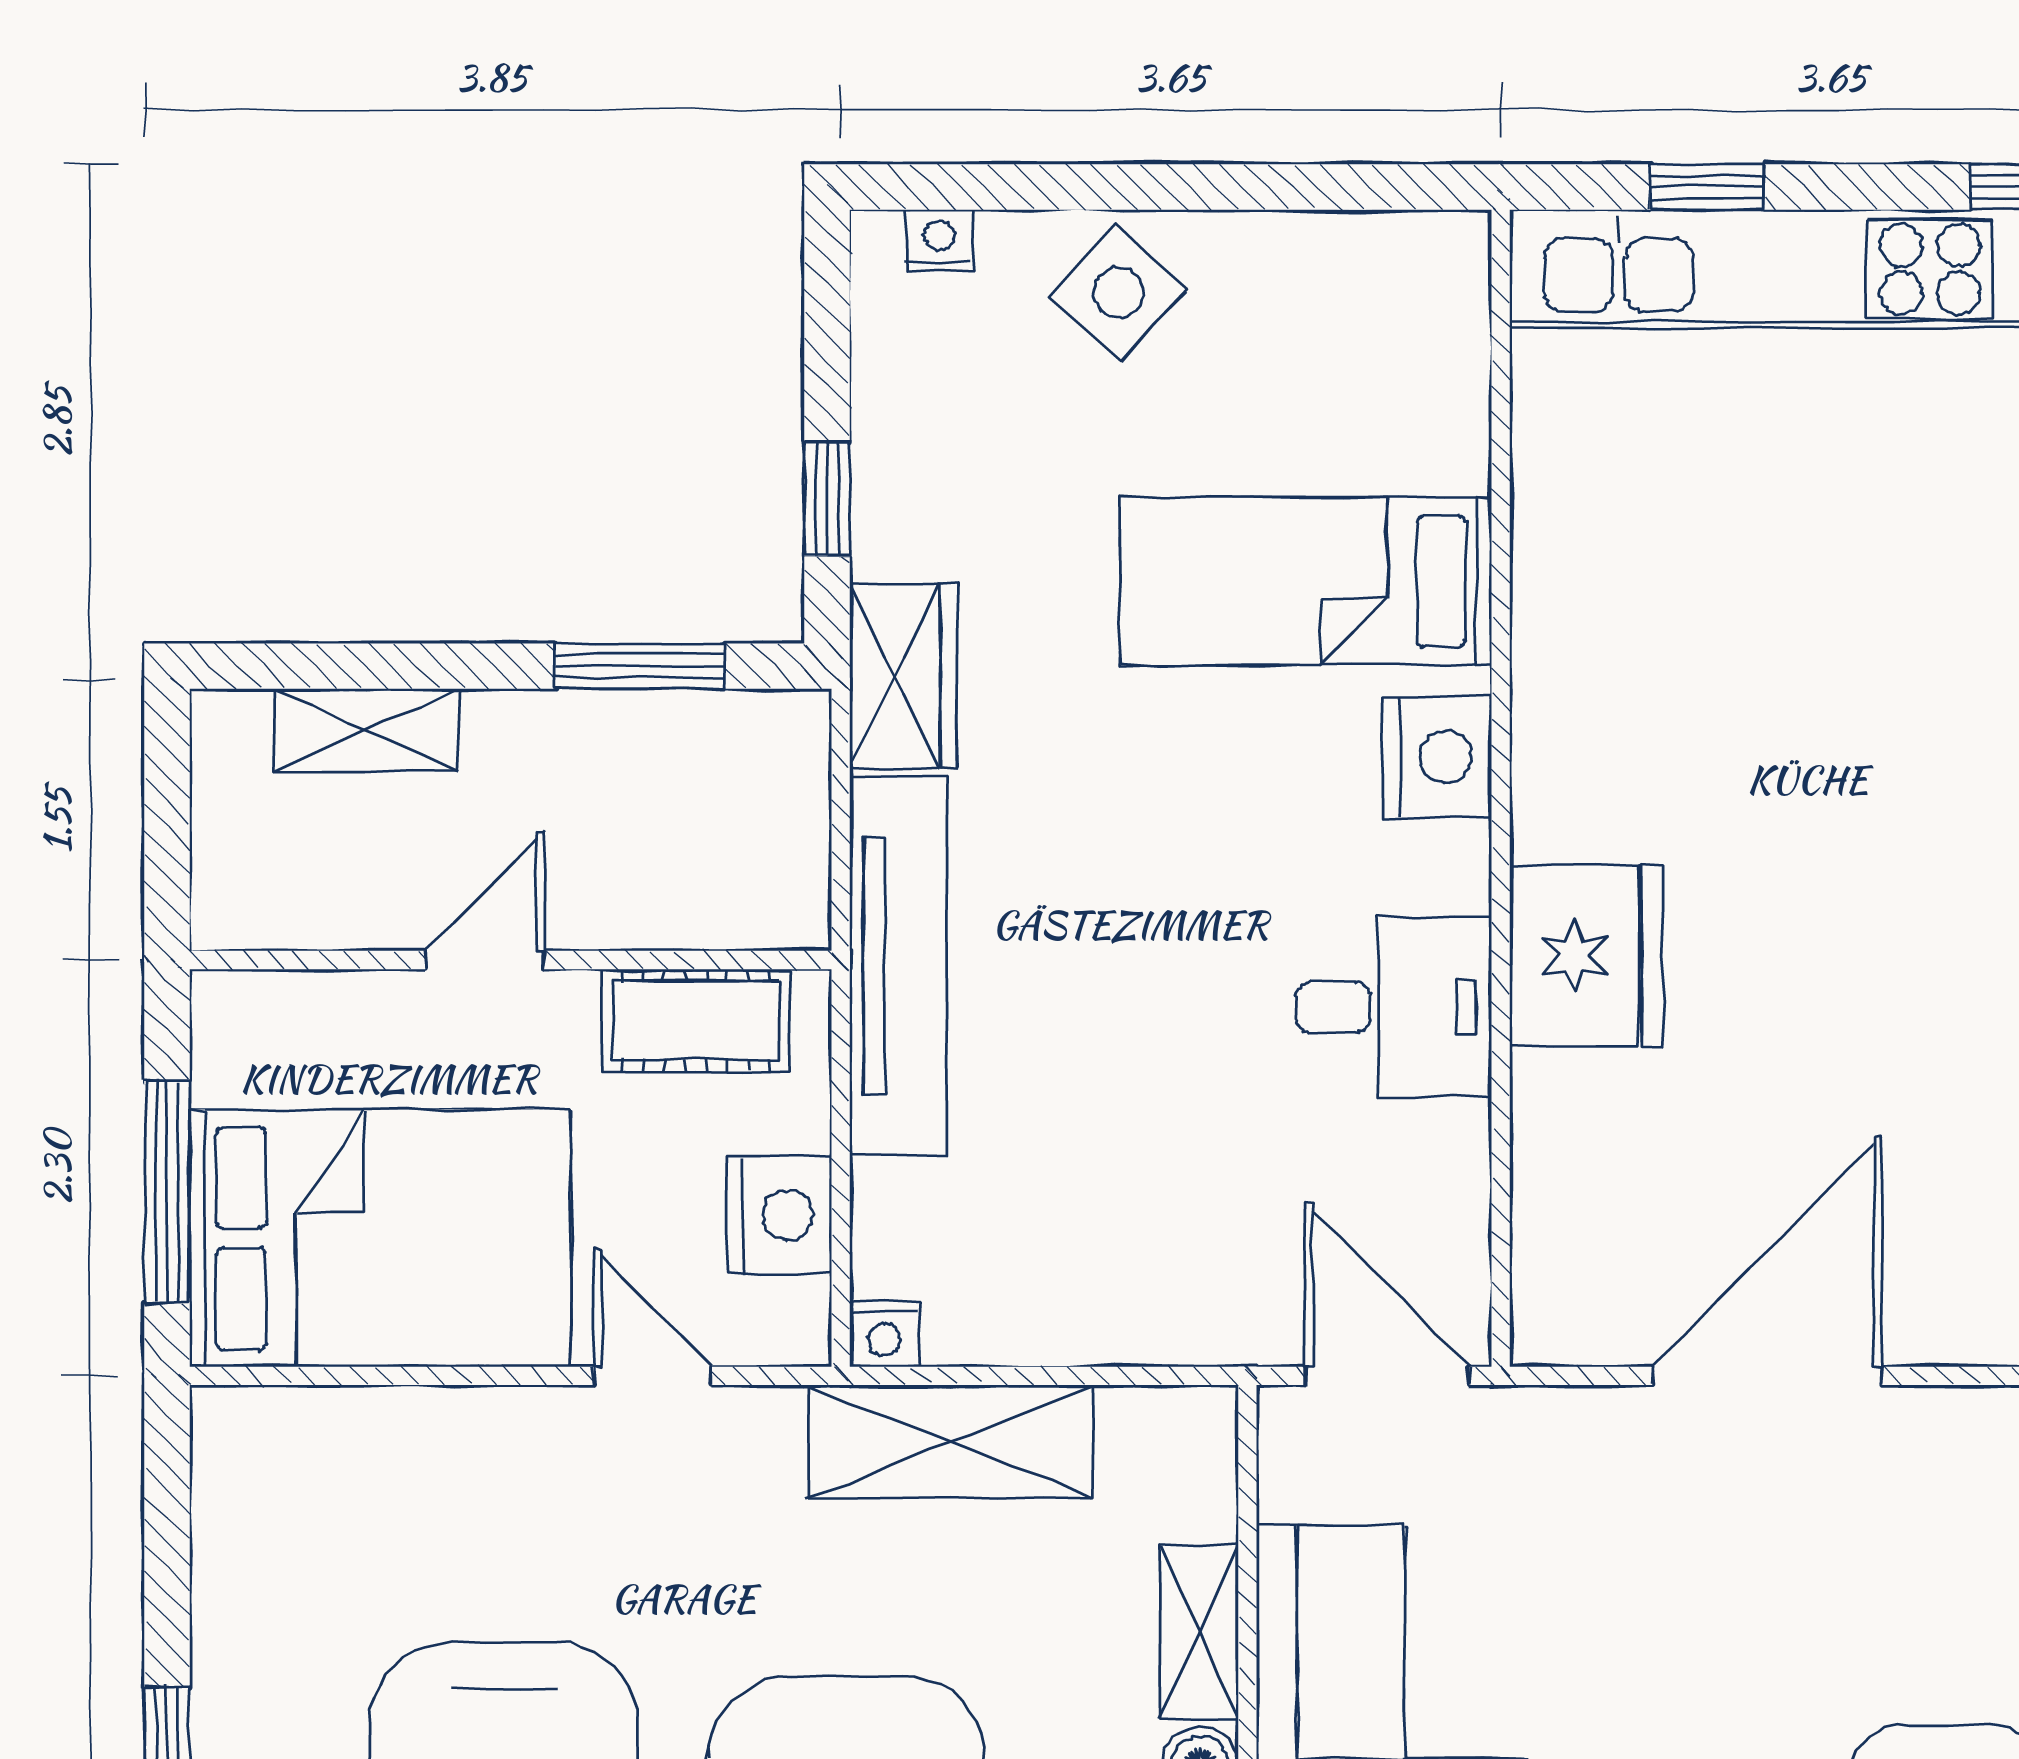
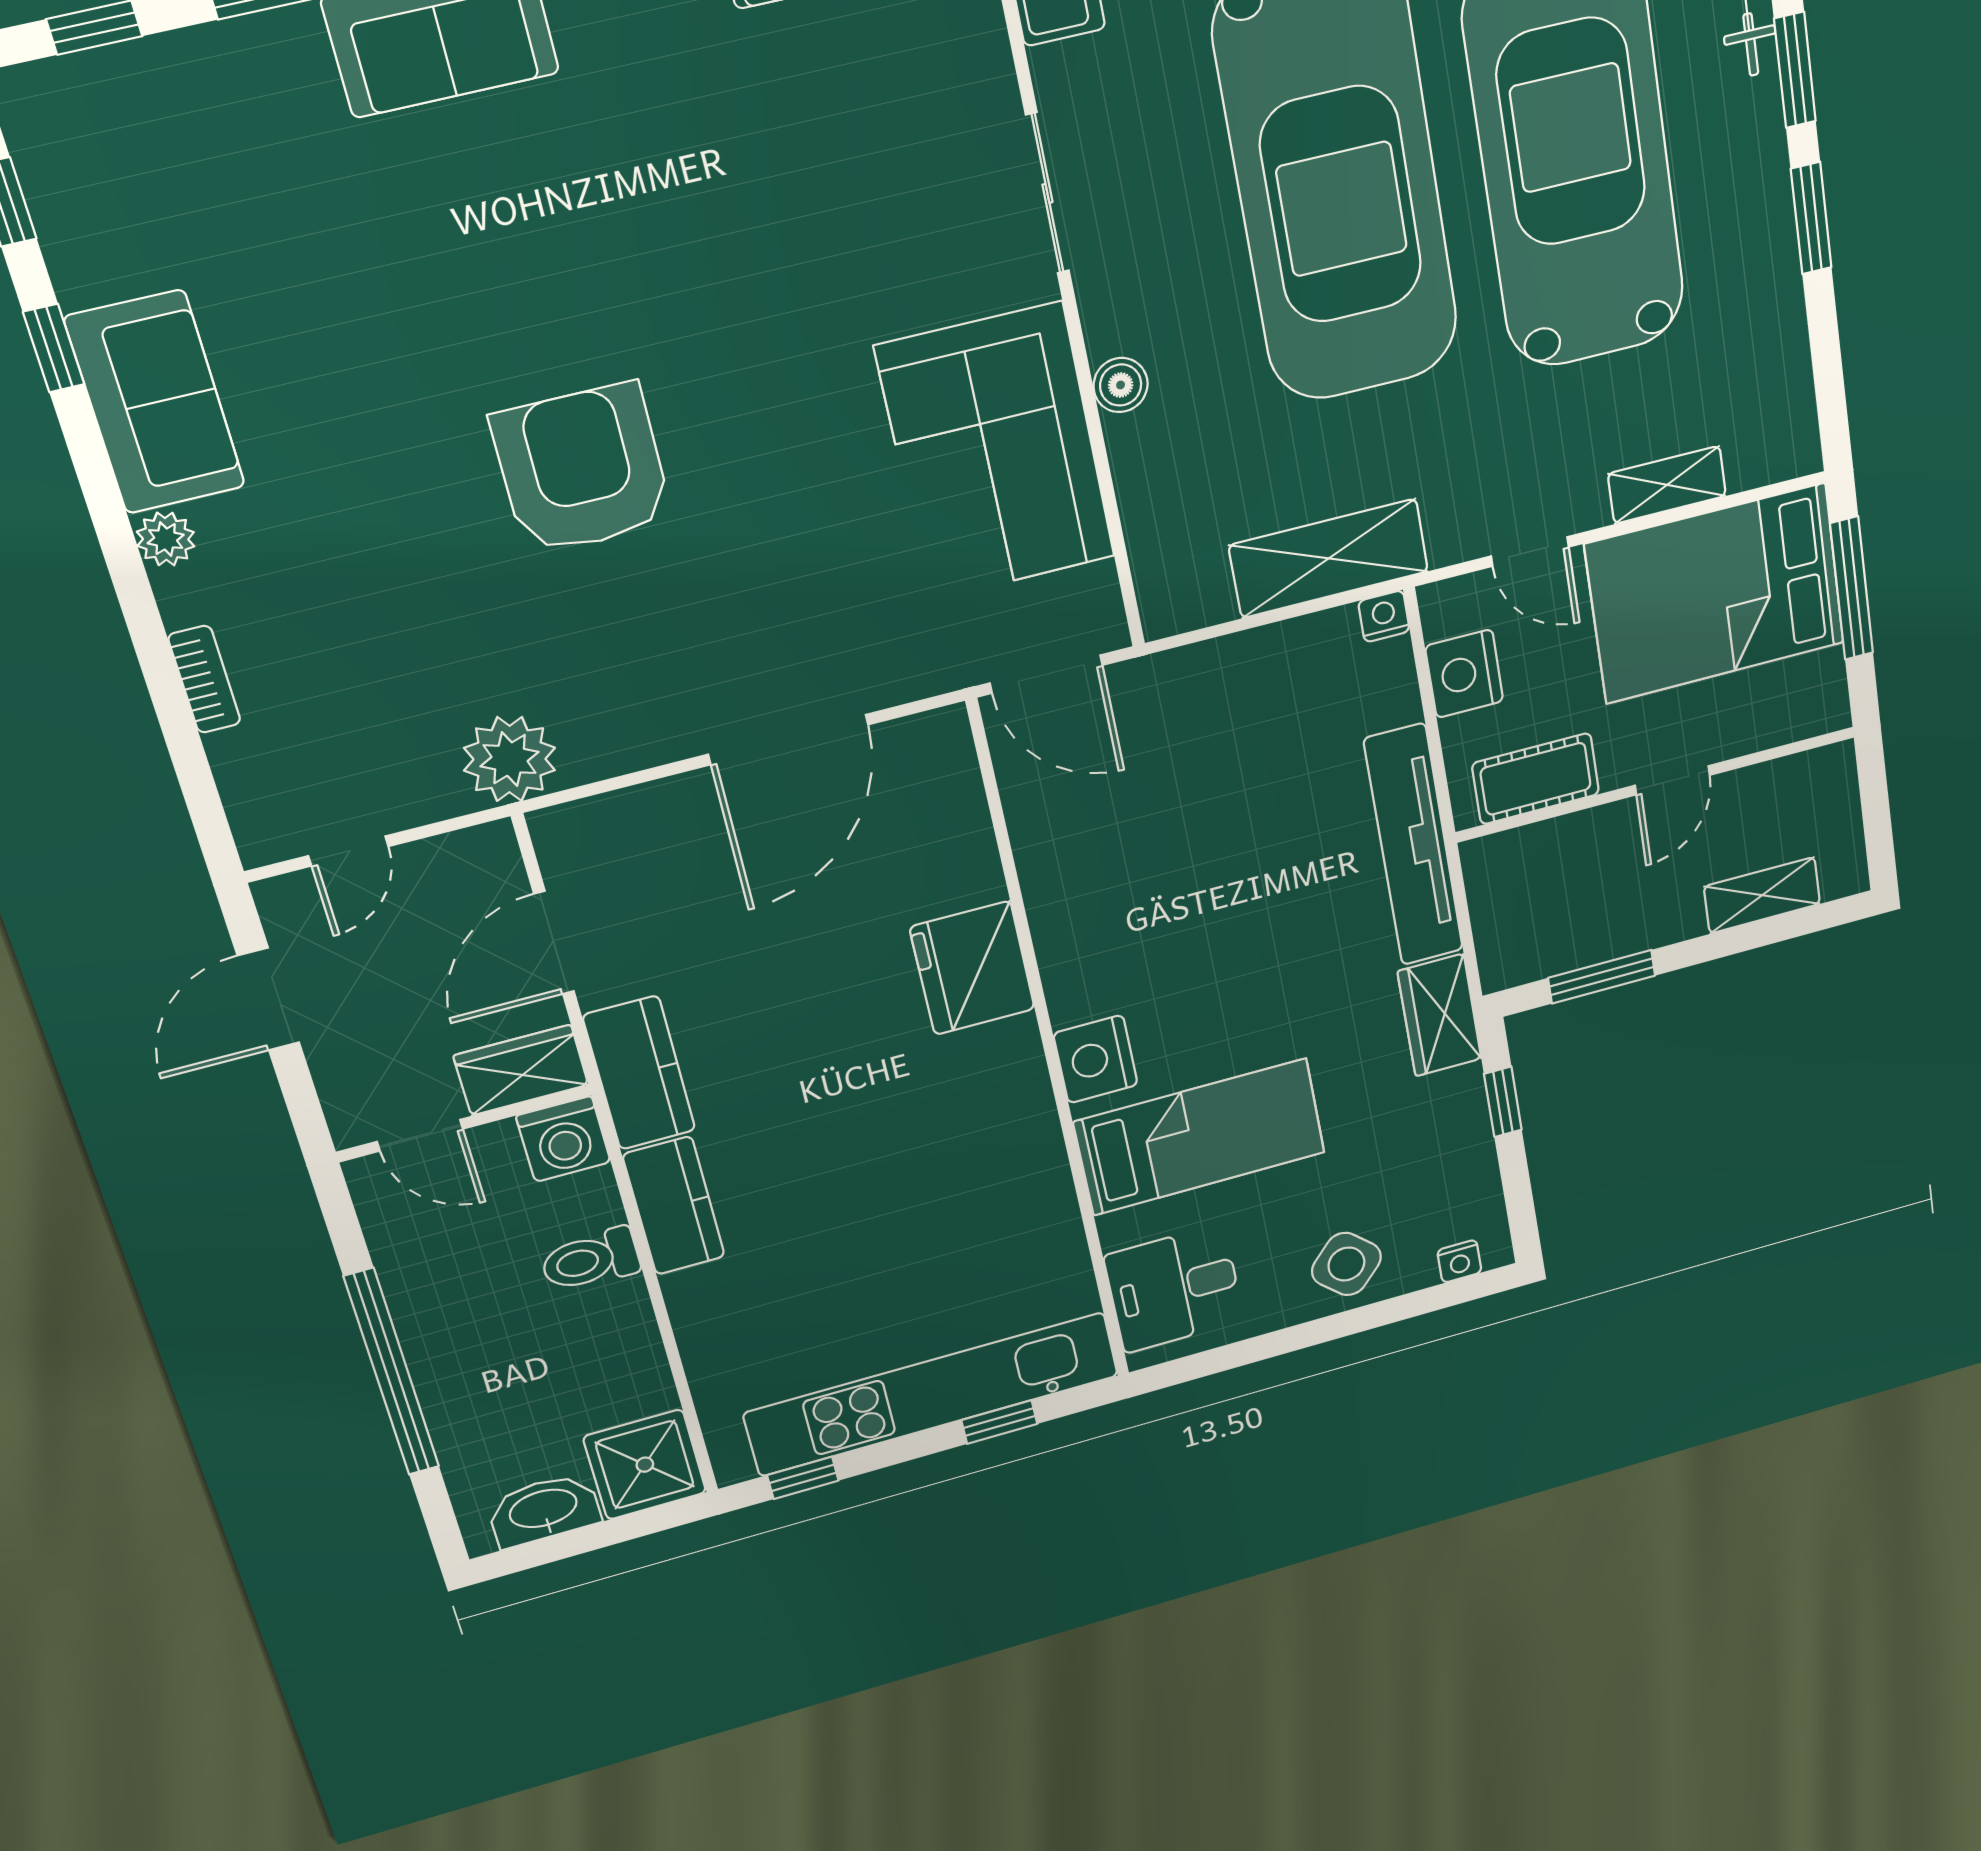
desk: (1394, 1007) -> (1174, 1288), moved
shelving: (1199, 1632) -> (1667, 485), moved, turned 90

